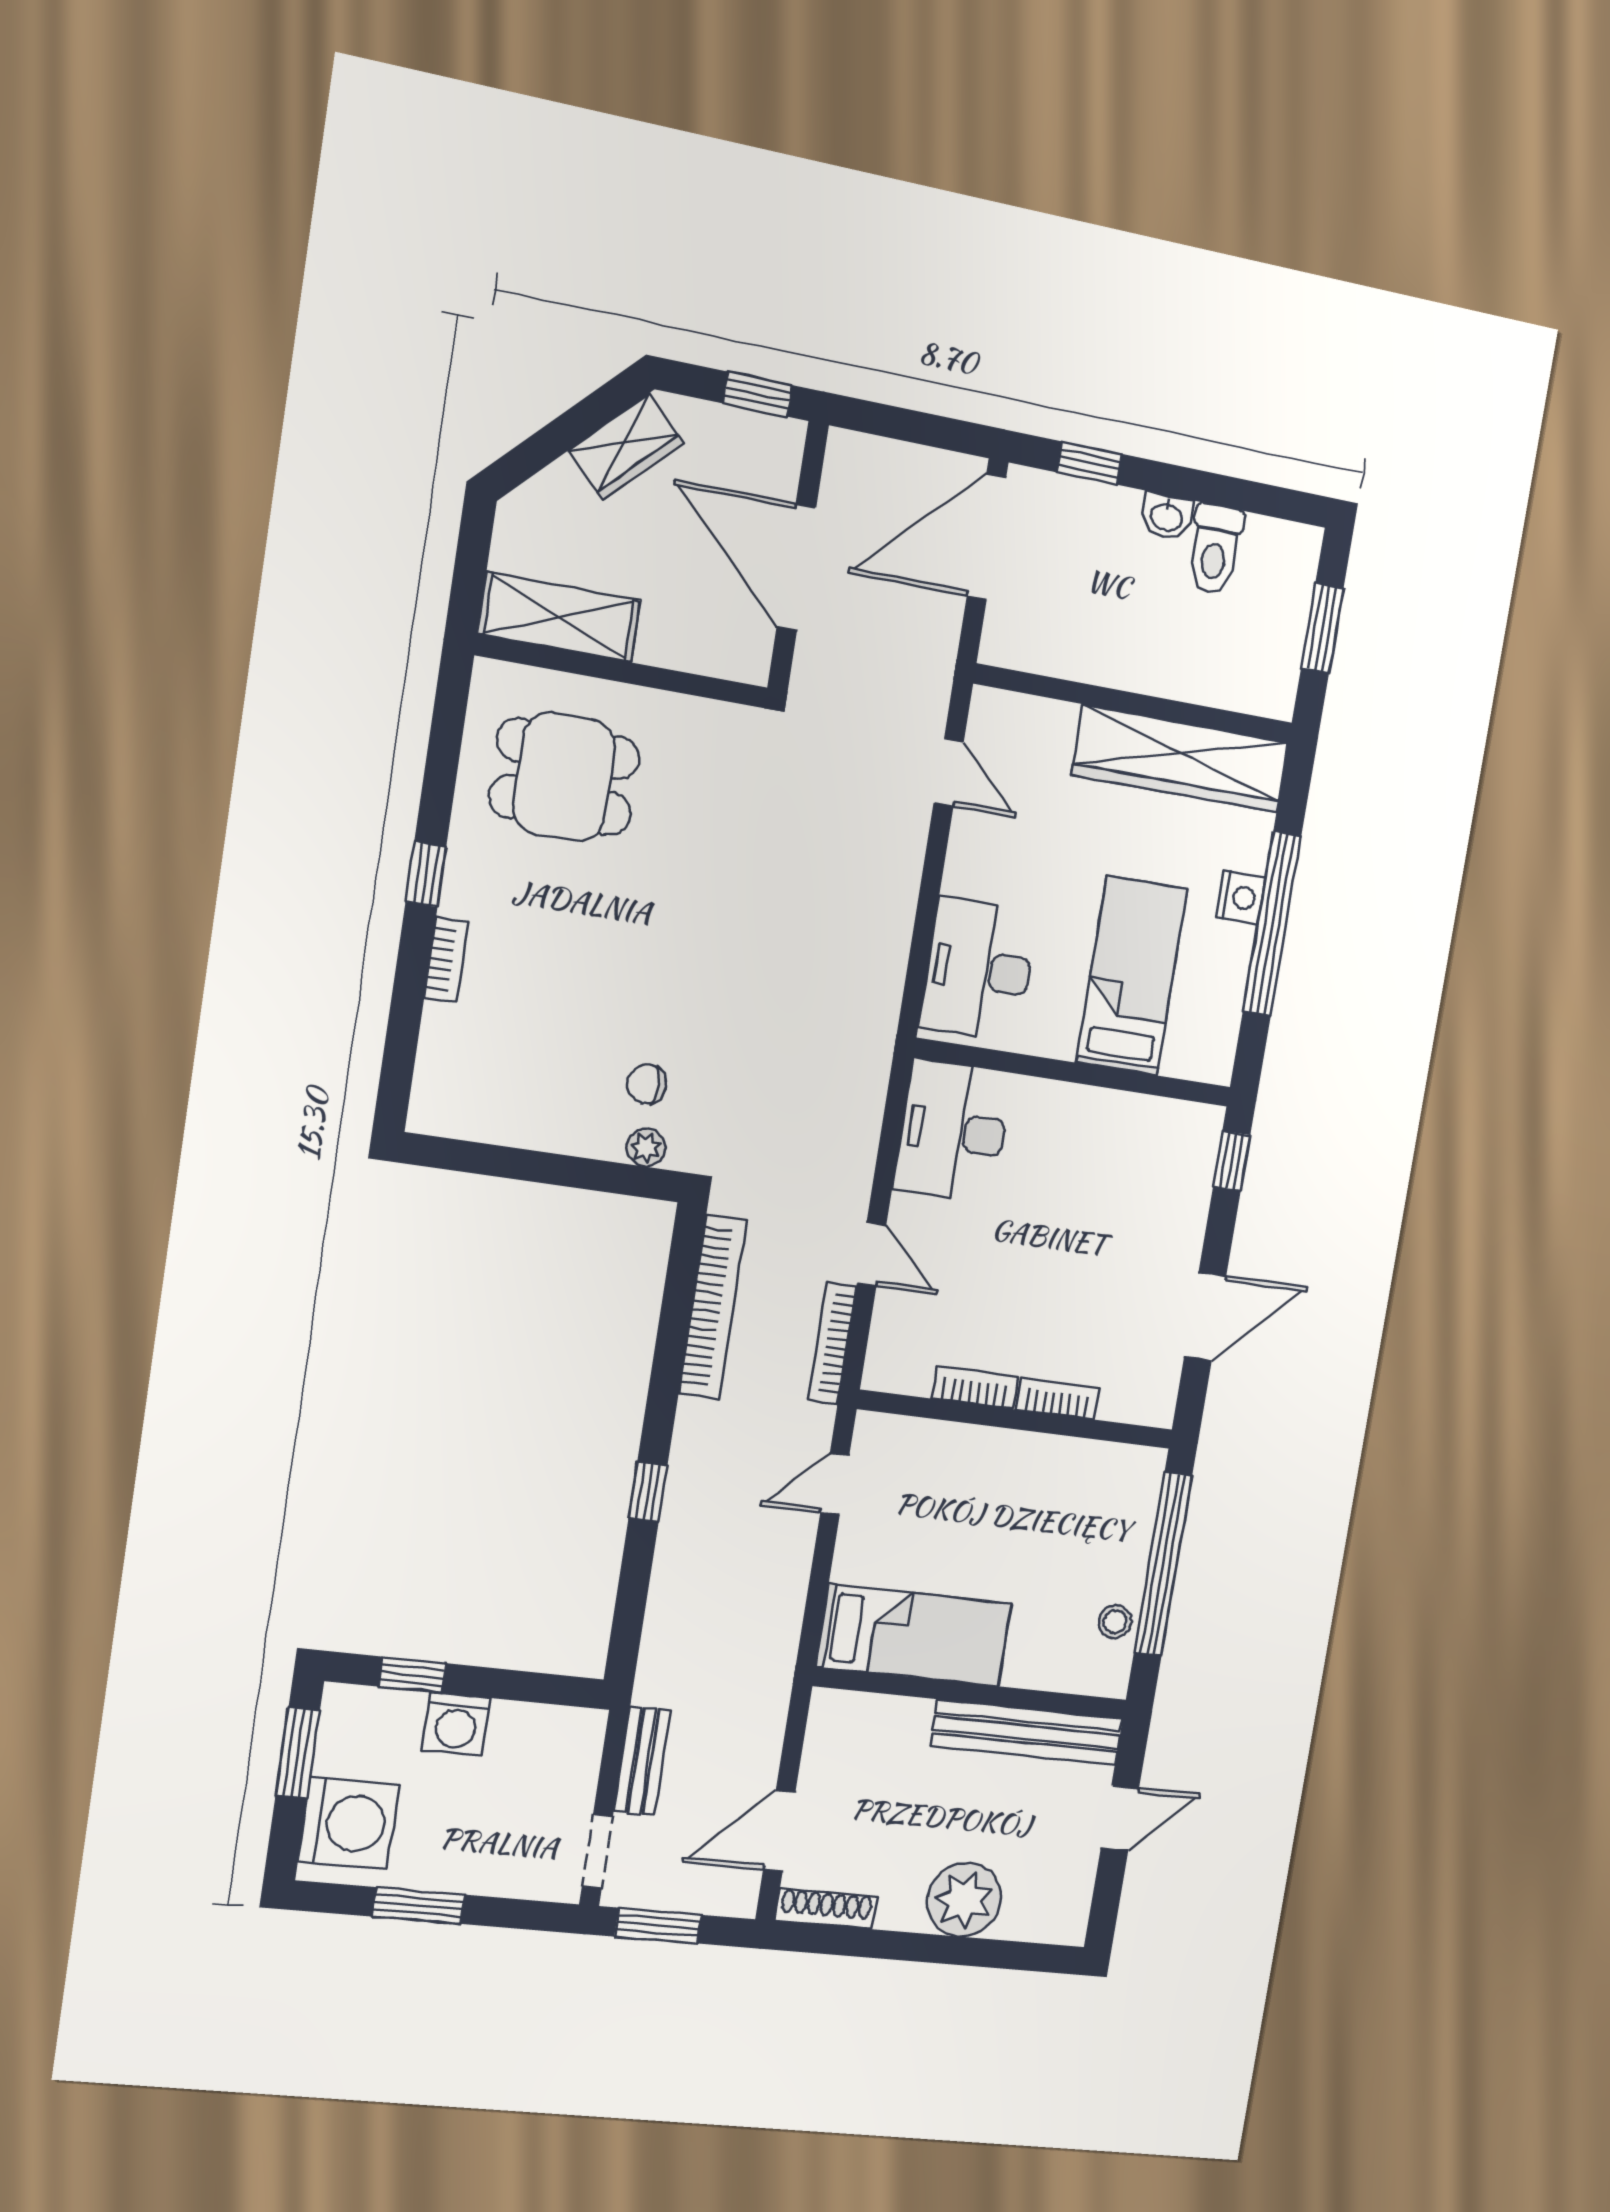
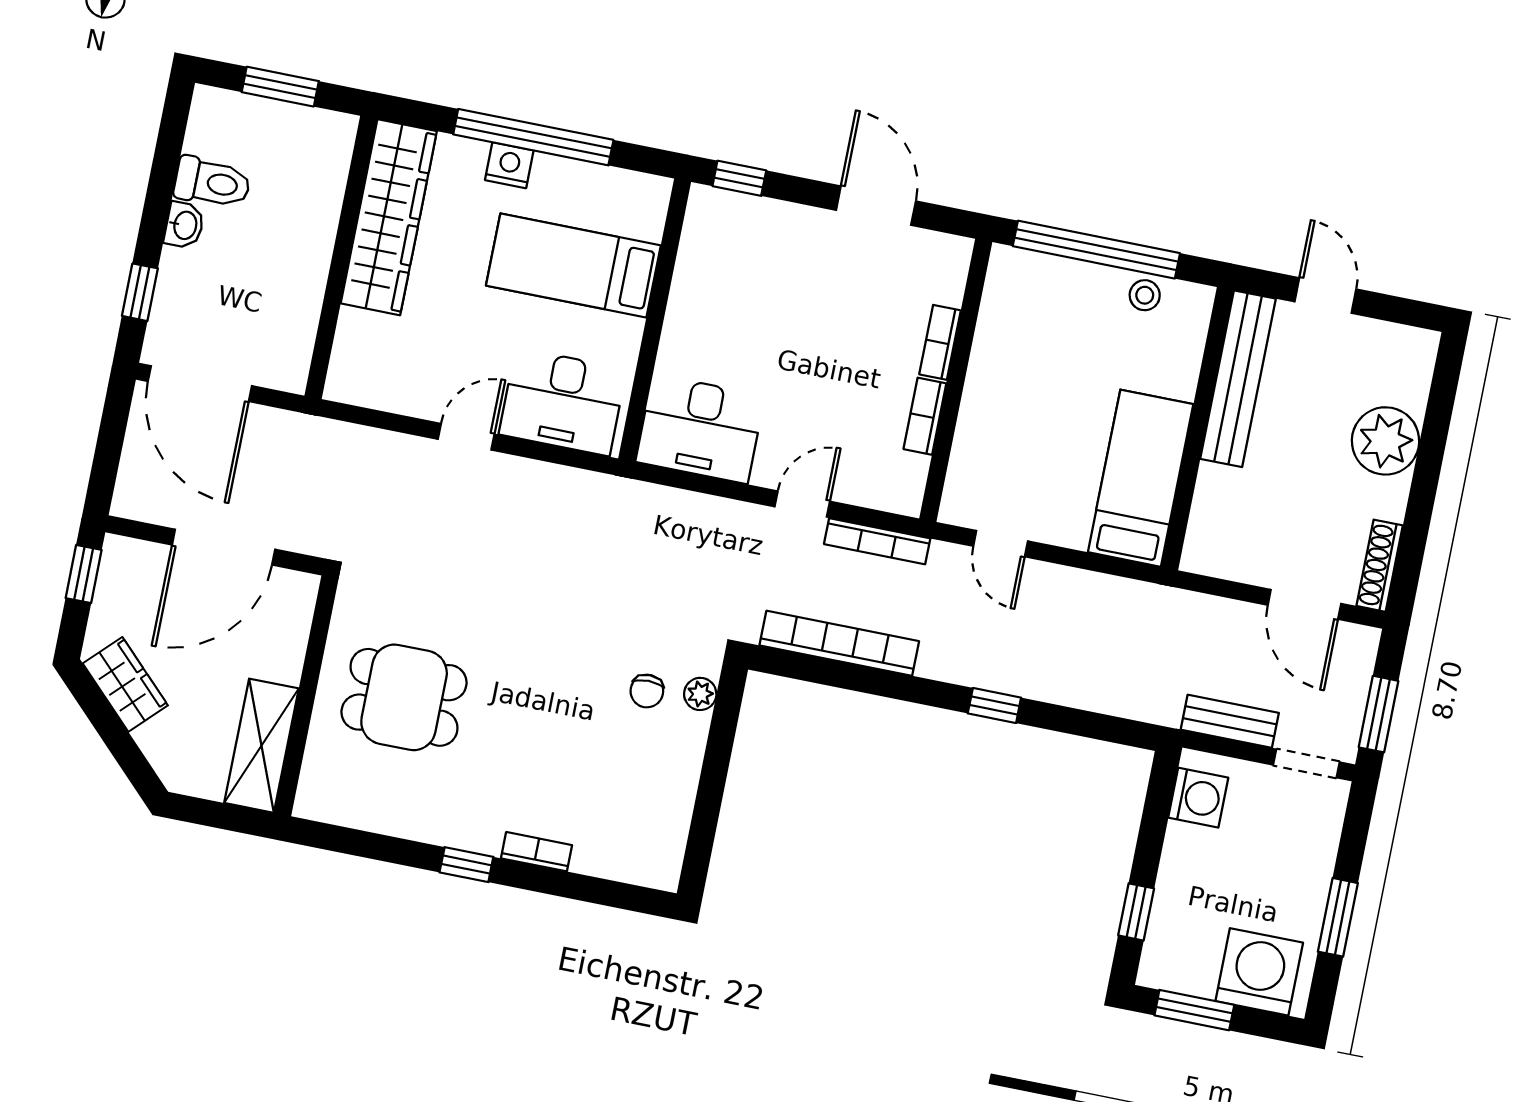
door: (949, 773) -> (466, 437), moved
dining table: (564, 777) -> (404, 697), moved, turned 90
washing machine: (456, 1724) -> (1198, 798), moved

